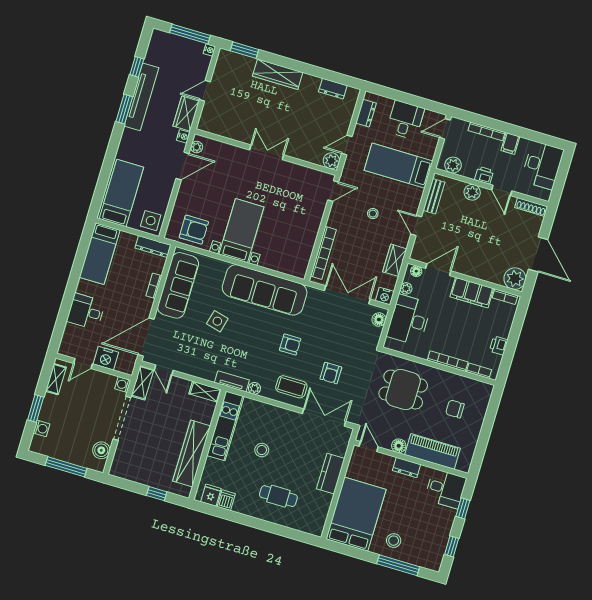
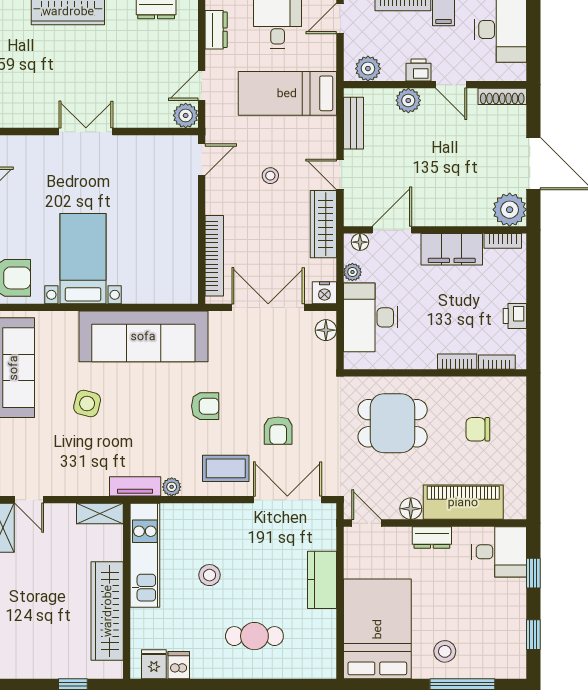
wardrobe: (395, 260) -> (323, 224), width x1.50
bookcase: (448, 361) -> (457, 362), width x0.64

